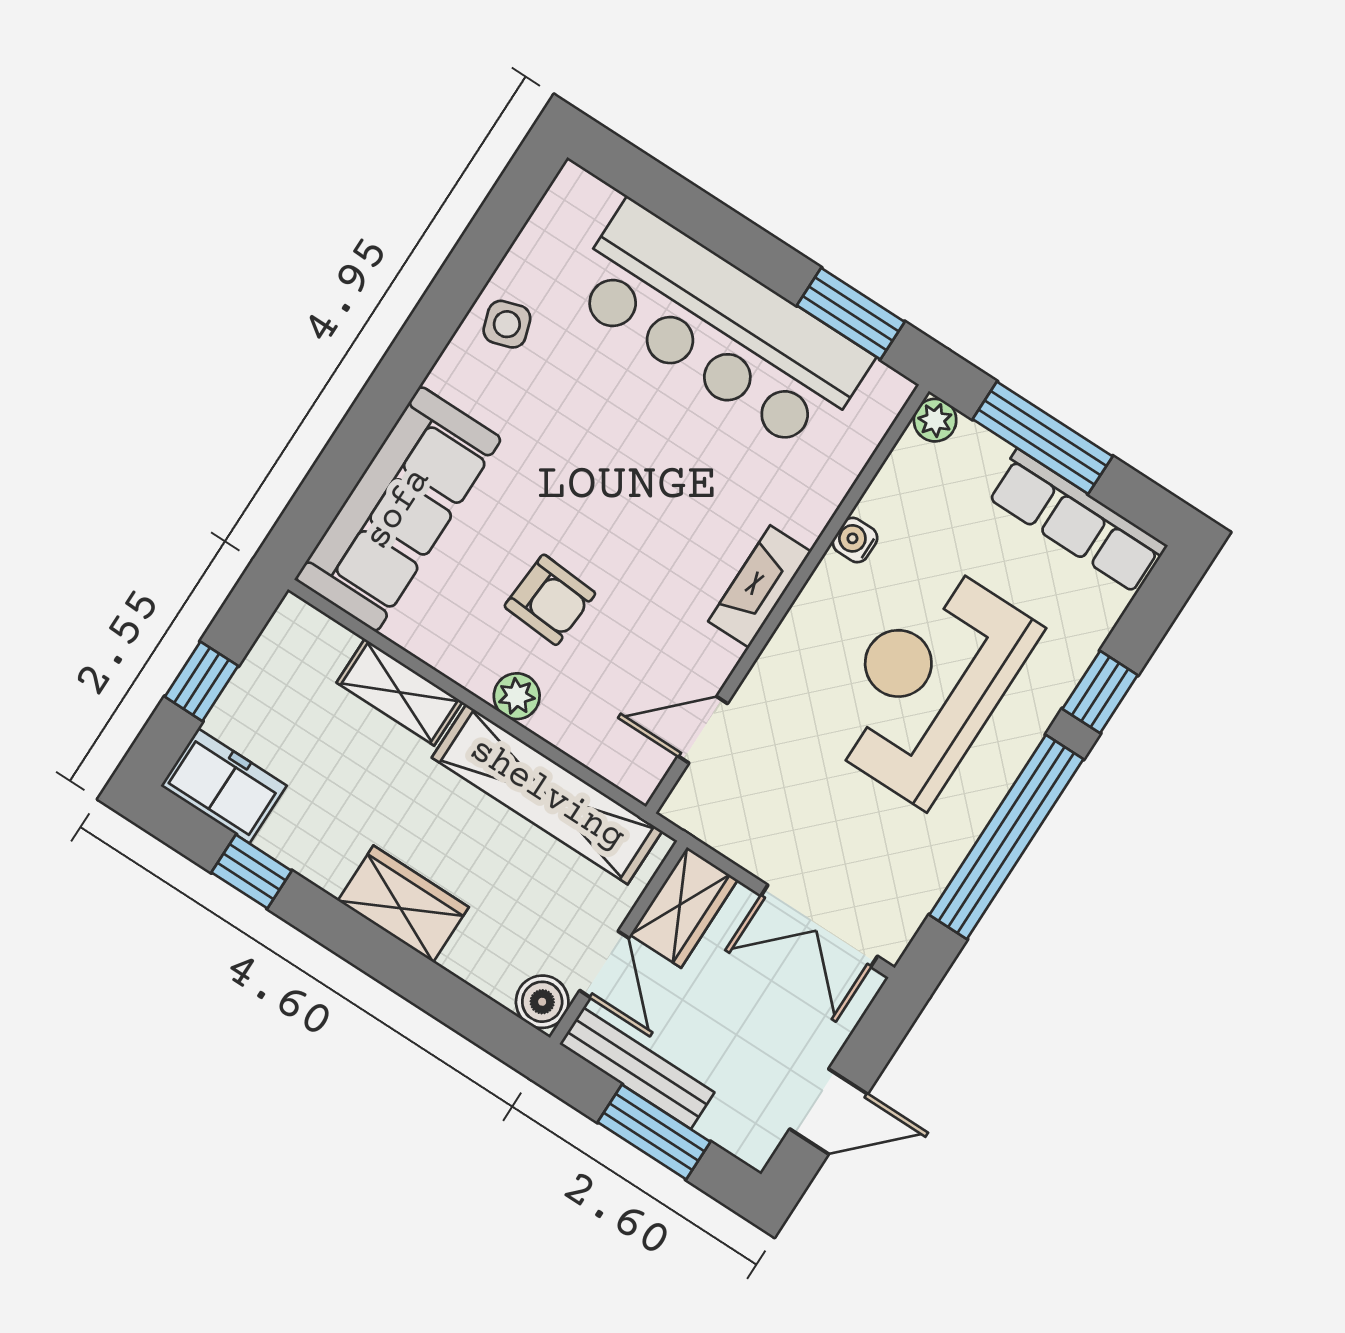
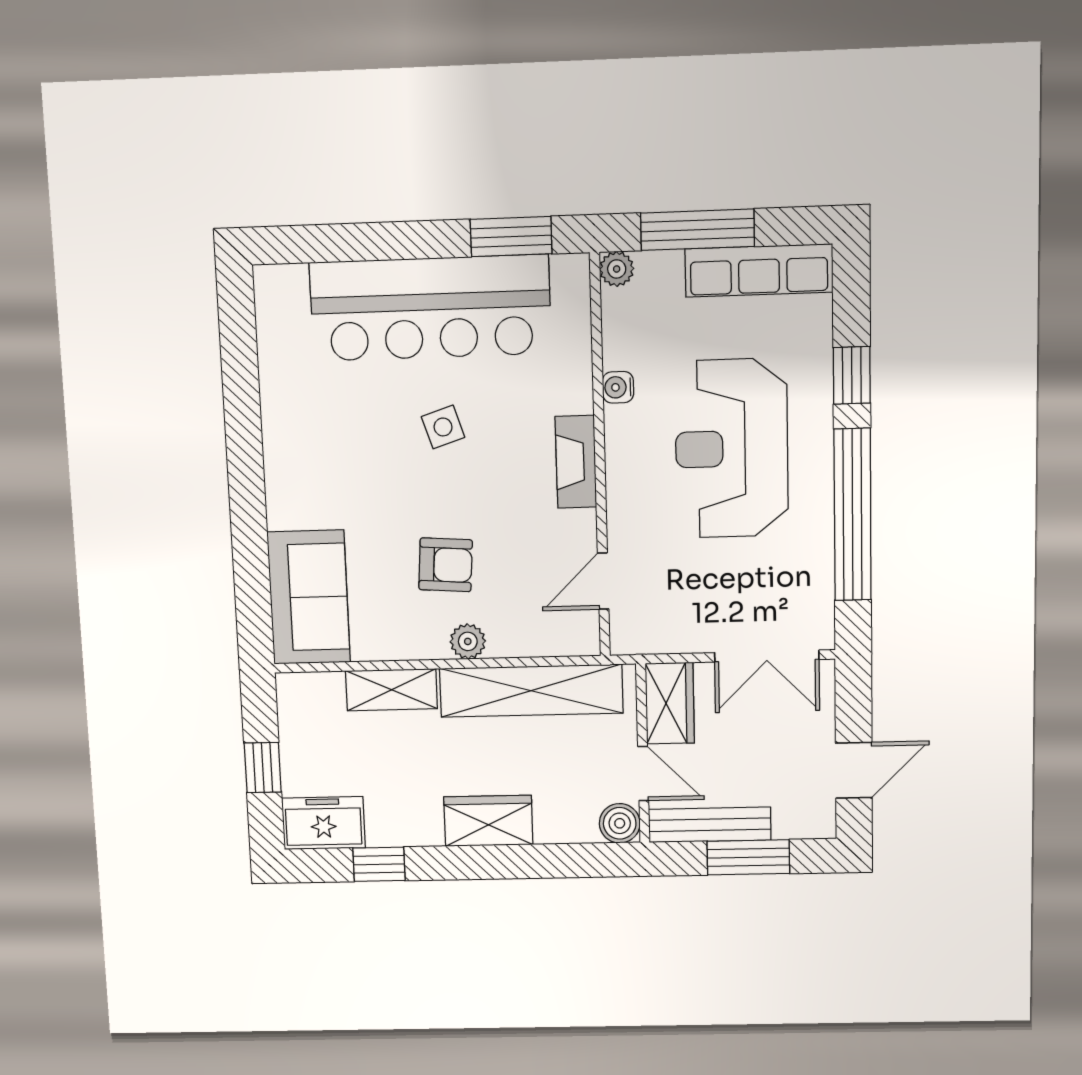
side table: (507, 324) -> (443, 427), moved
sofa: (398, 509) -> (309, 597), width x0.73

